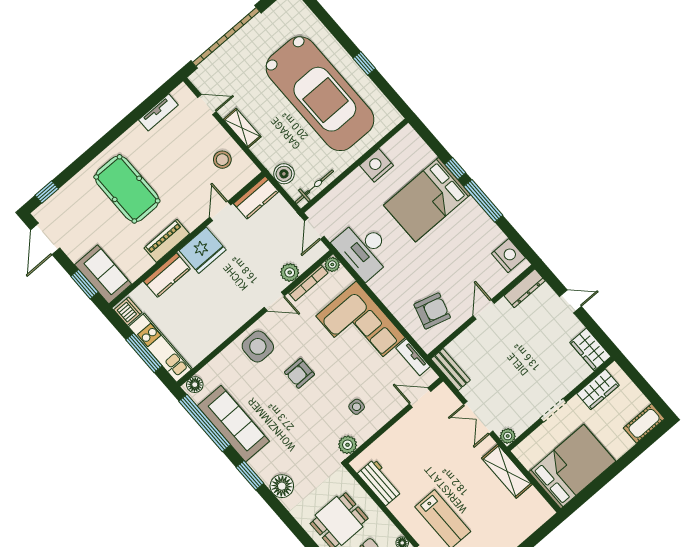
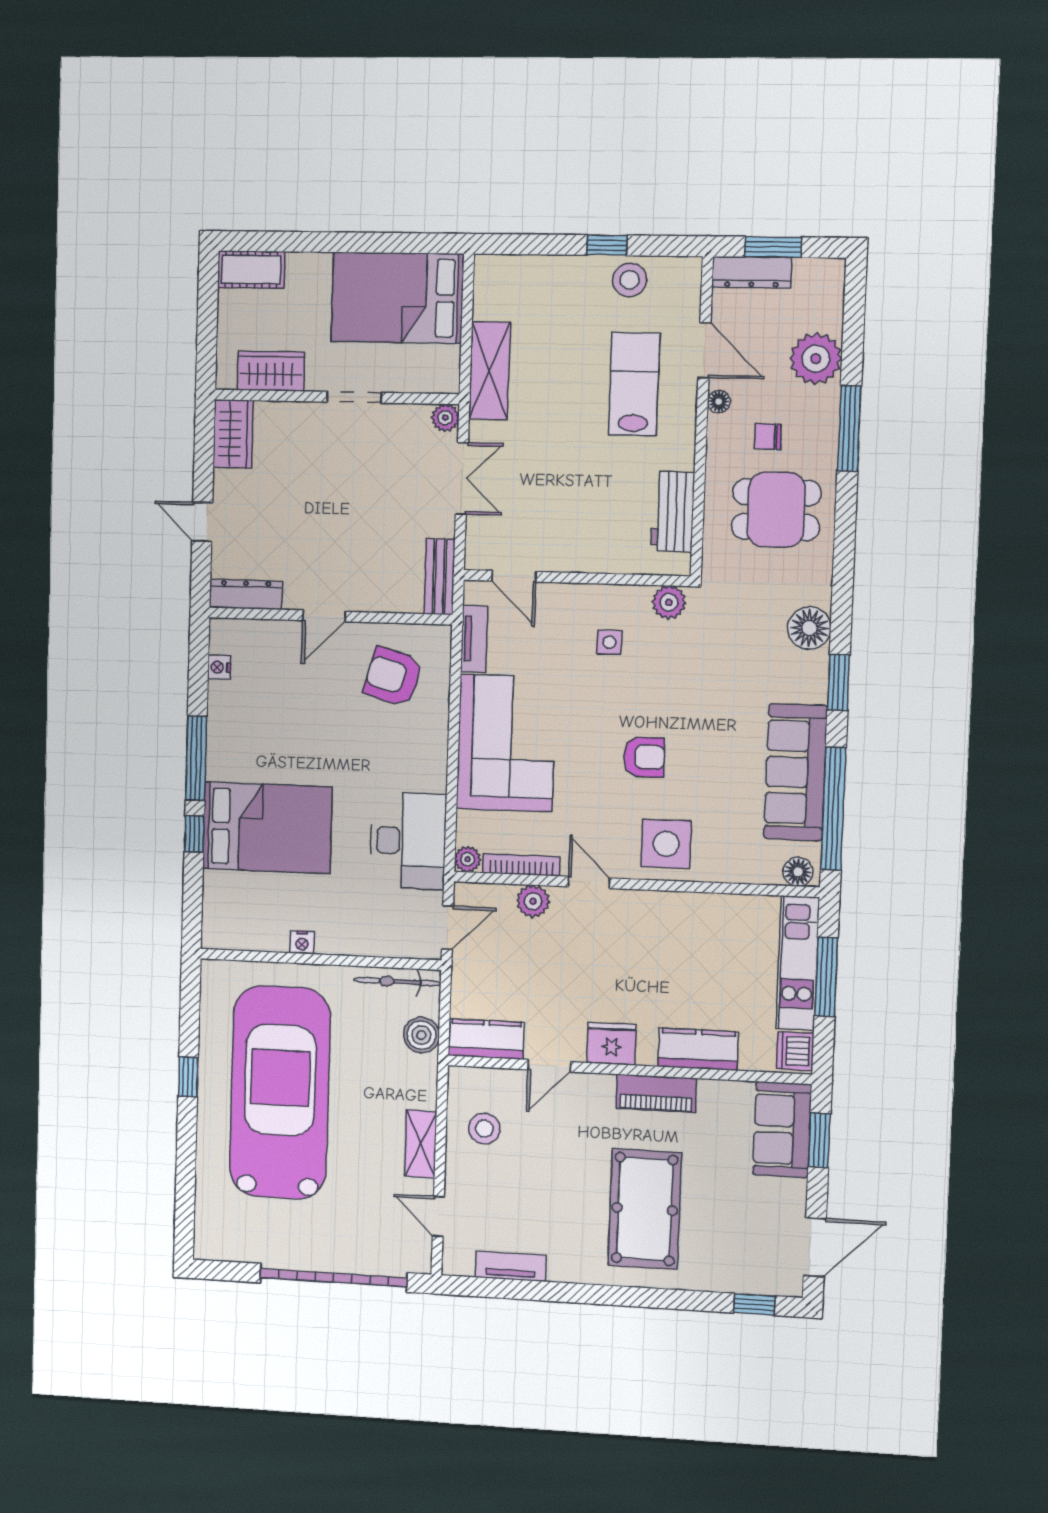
nightstand: (376, 165) -> (302, 942), width x0.53, depth x0.56
fridge: (203, 250) -> (612, 1044), width x0.73, depth x0.75
nightstand: (508, 256) -> (219, 667), width x0.53, depth x0.56

